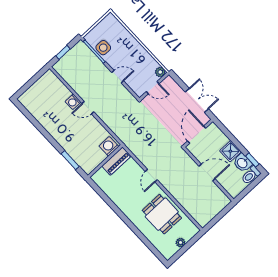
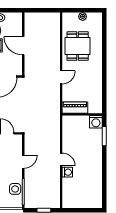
door: (118, 77) -> (23, 162), swing flipped
washing machine: (109, 146) -> (96, 122), moved

